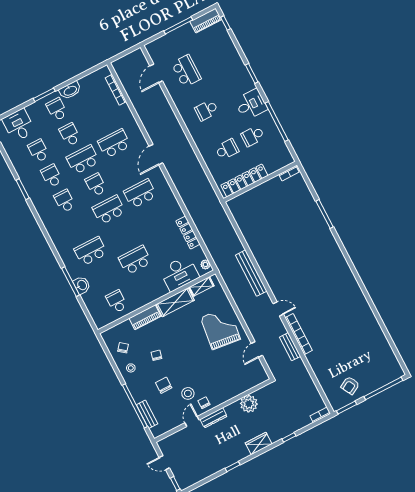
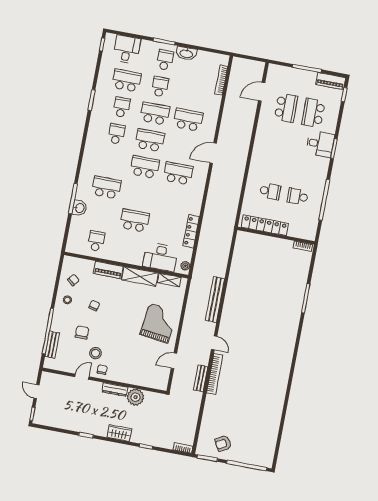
desk: (251, 105) -> (320, 144), moved
school desk: (207, 110) -> (313, 113), moved, width x1.85
school desk: (39, 151) -> (127, 80), width x1.85
school desk: (96, 185) -> (150, 140), width x1.85
dresser: (214, 418) -> (115, 390), moved

